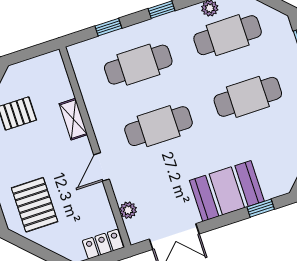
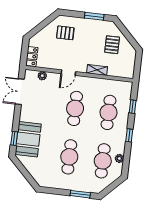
door: (102, 167) -> (68, 73), swing flipped
booth: (227, 191) -> (28, 139), moved
pallet: (35, 205) -> (65, 33), width x0.67, depth x0.71

